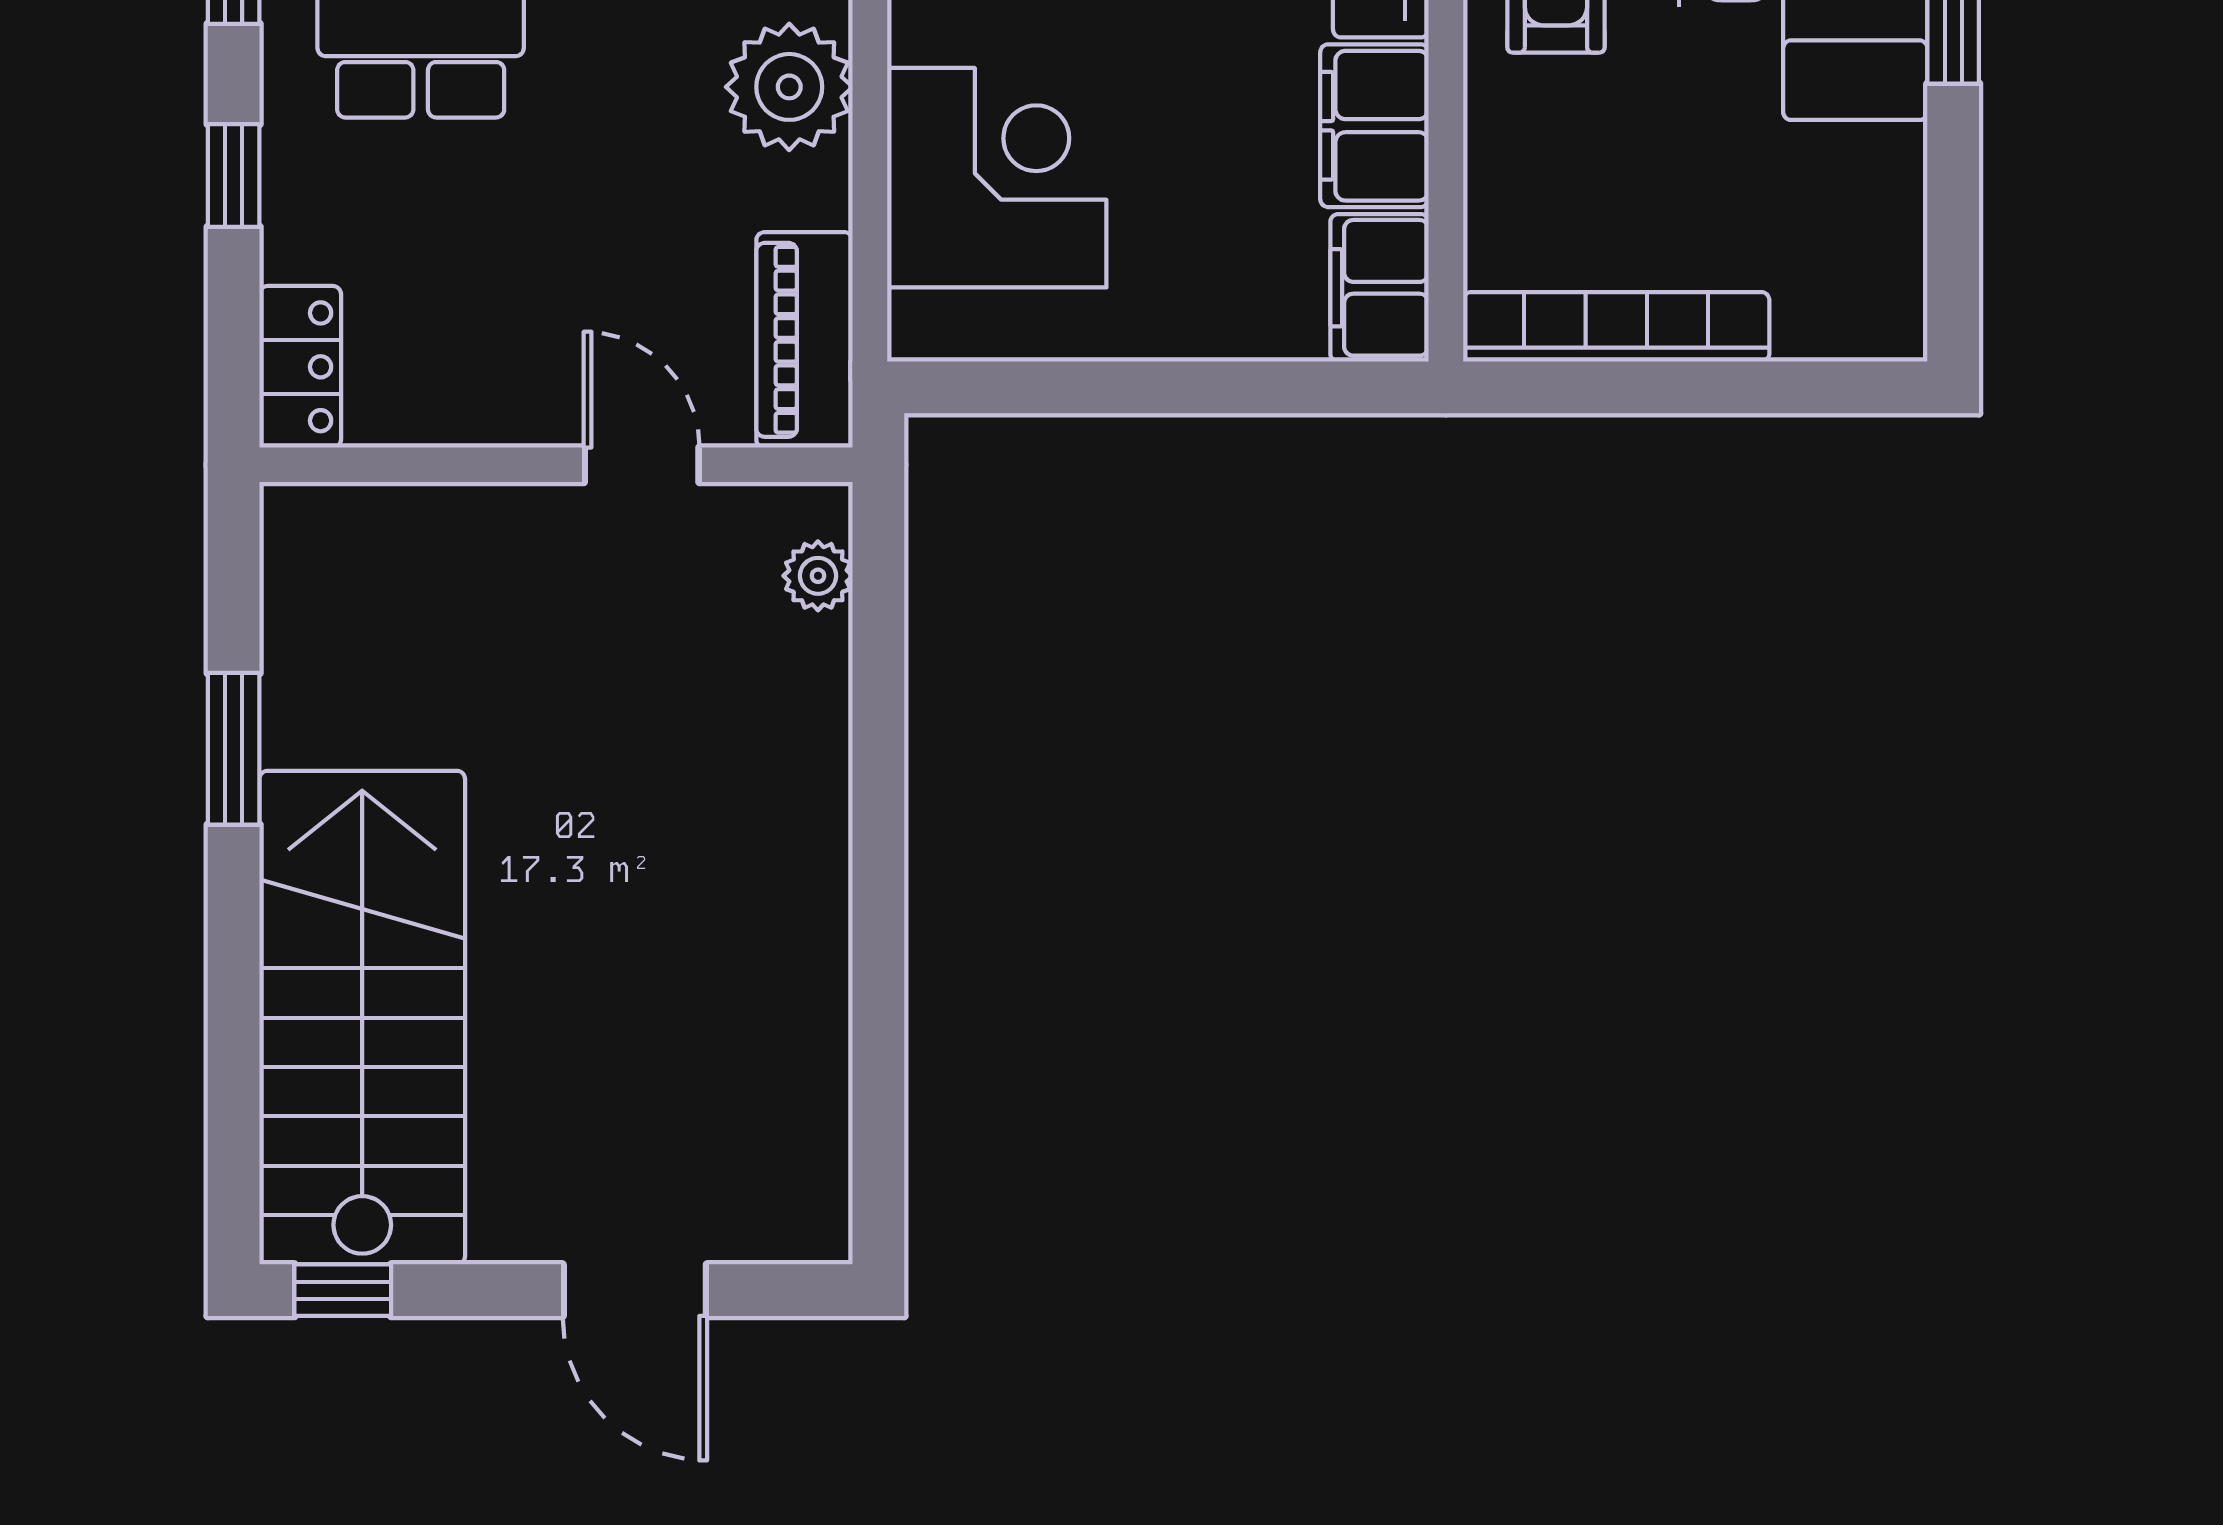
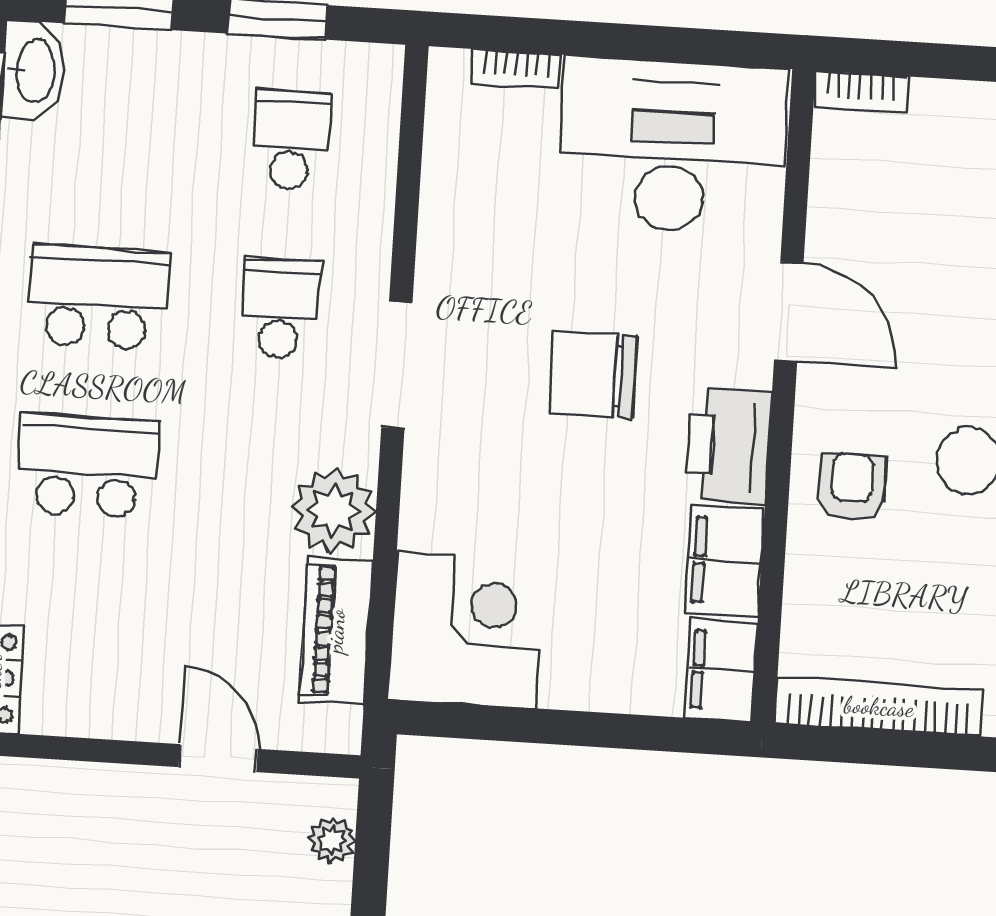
corner desk: (997, 178) -> (466, 630), moved
piano: (804, 340) -> (336, 631), moved

